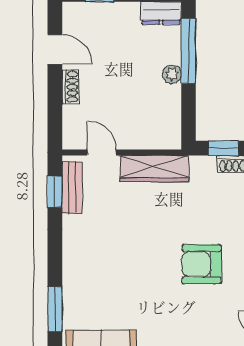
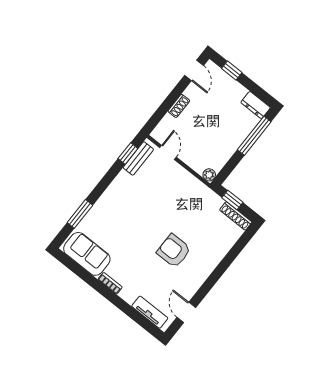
door: (55, 49) -> (194, 70), moved
plant: (172, 74) -> (209, 175), moved
wardrobe: (154, 169) -> (188, 182), removed

